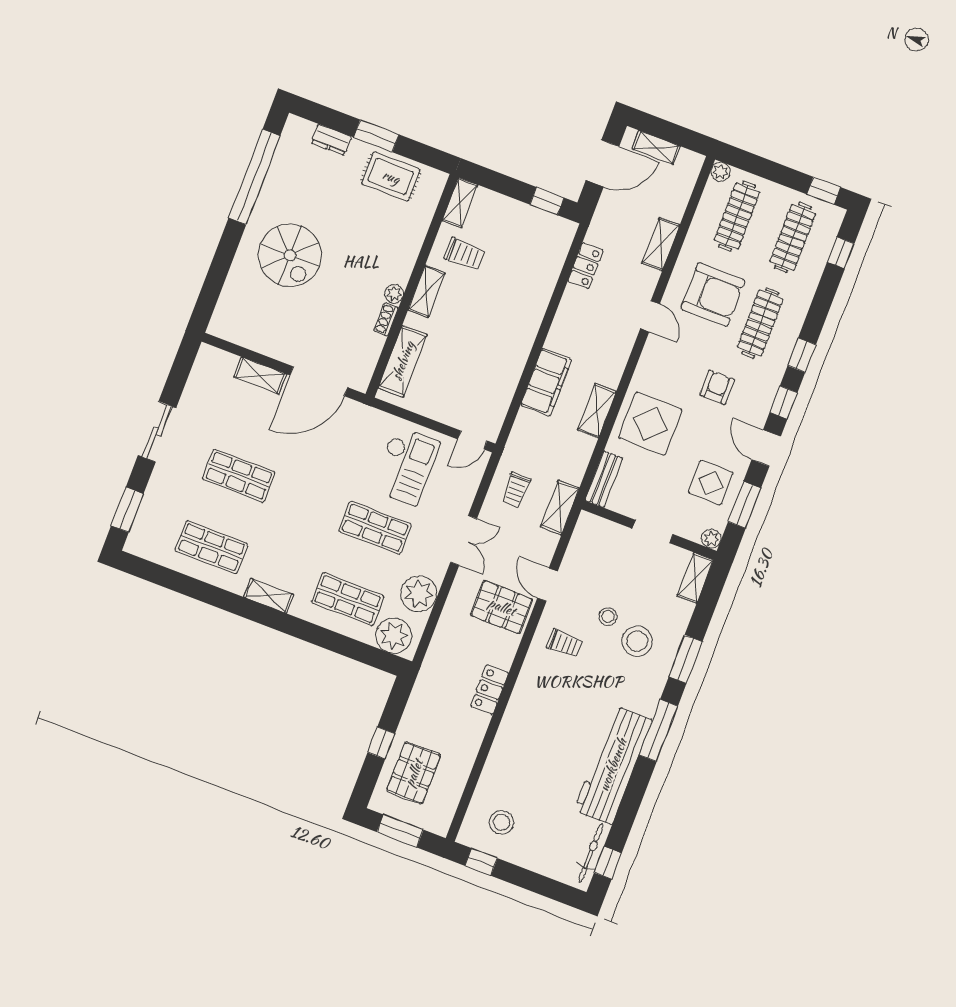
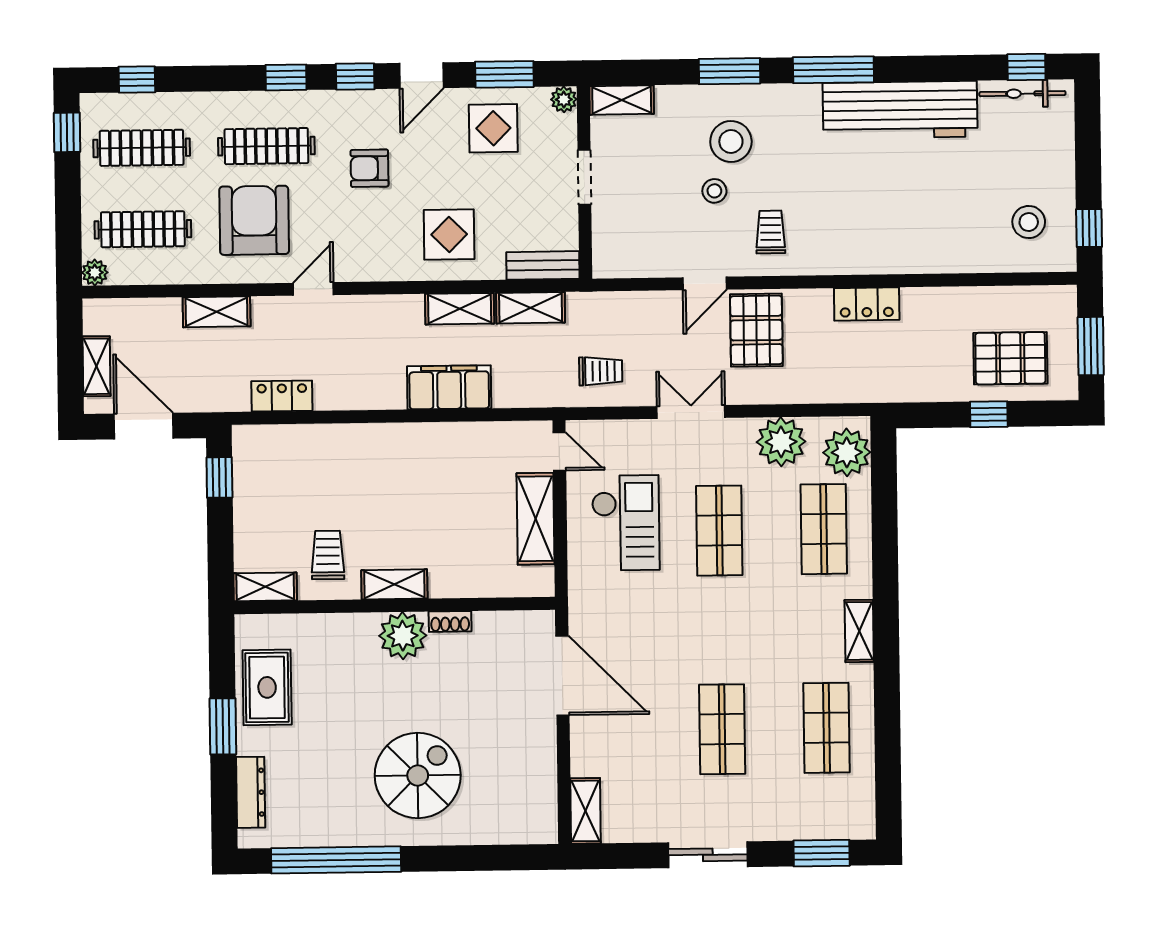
dresser: (331, 140) -> (251, 792), width x1.44
plant: (394, 294) -> (403, 636), width x1.88, depth x1.88
shelving: (403, 361) -> (536, 519), moved, turned 90
shelving: (260, 375) -> (585, 811), moved
display table: (650, 424) -> (449, 234), width x0.73, depth x0.73
checkout: (406, 466) -> (626, 523), turned 90
shelving: (560, 507) -> (531, 308), moved

